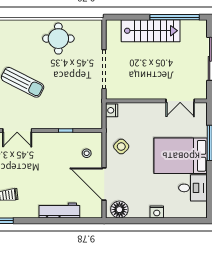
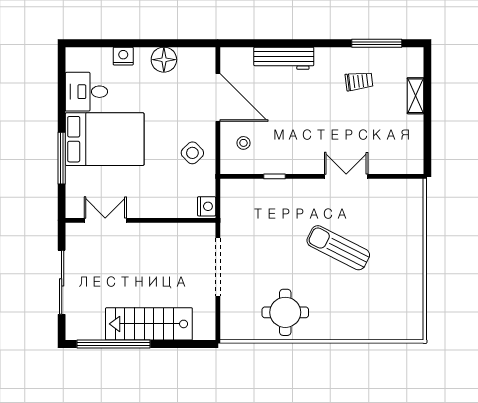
floor lamp: (119, 210) -> (164, 60), moved
nightstand: (157, 212) -> (123, 56), moved

